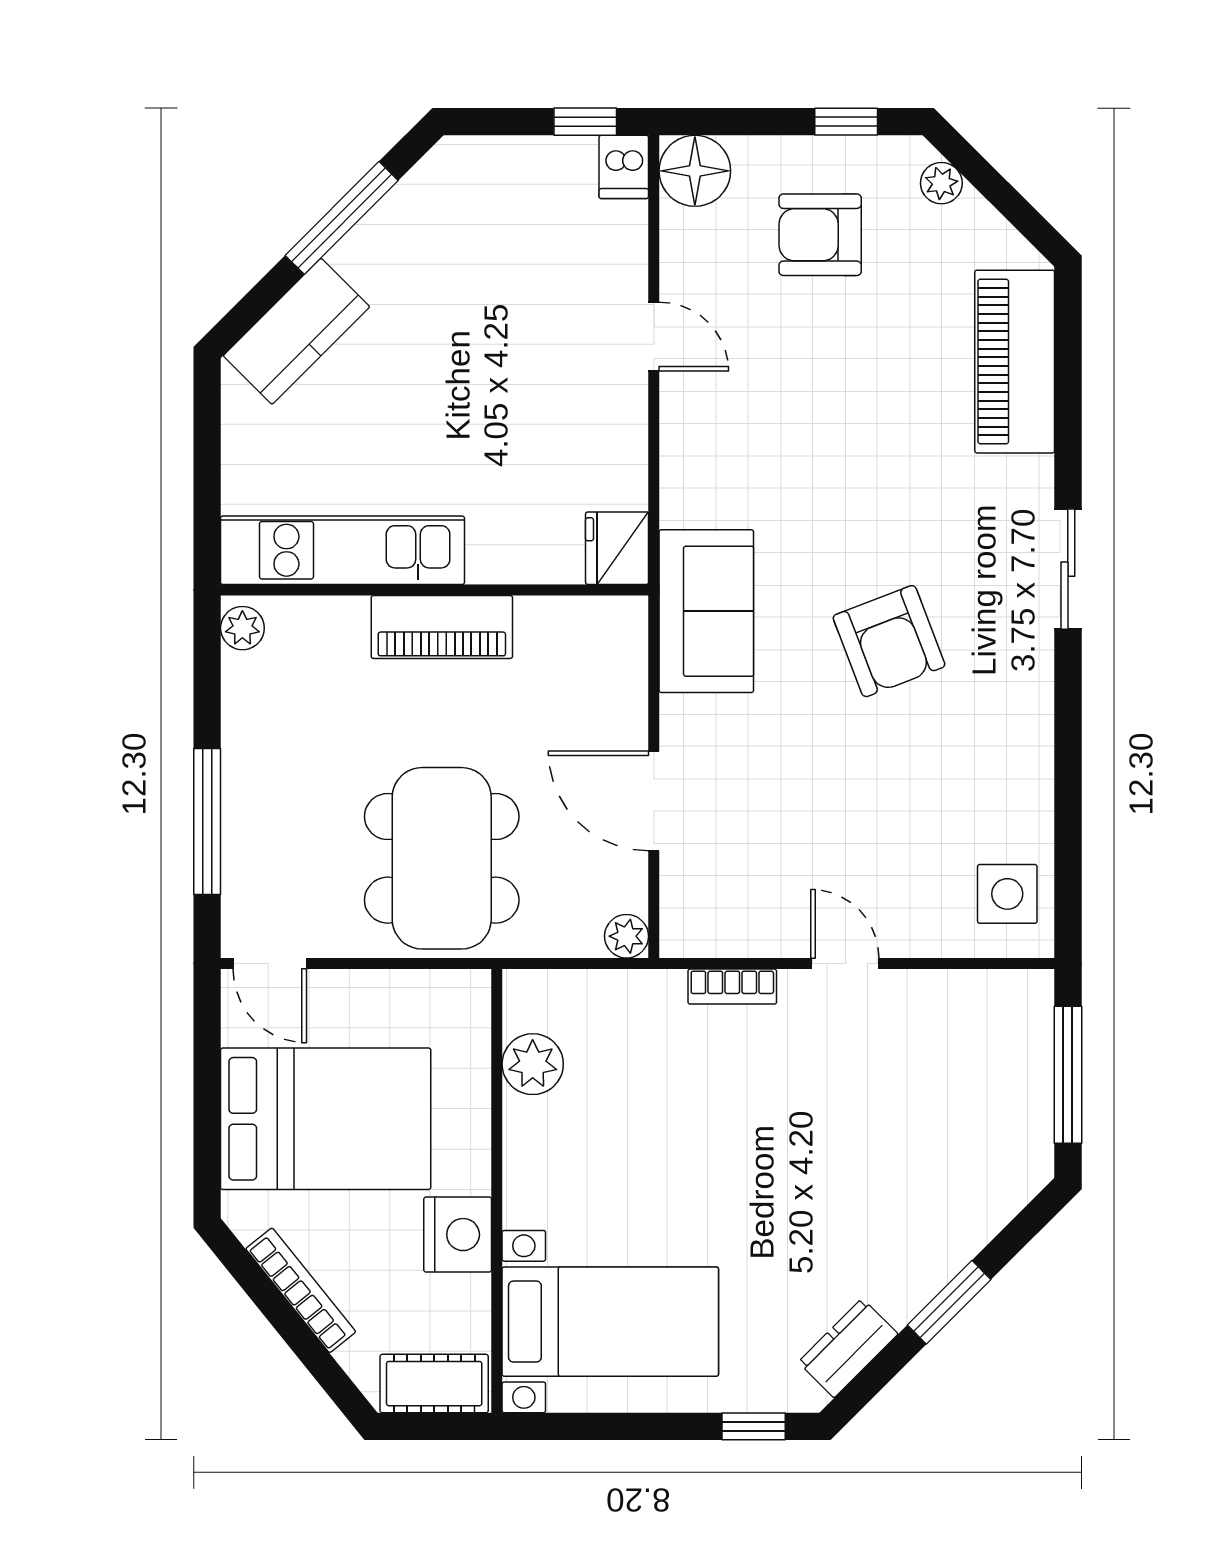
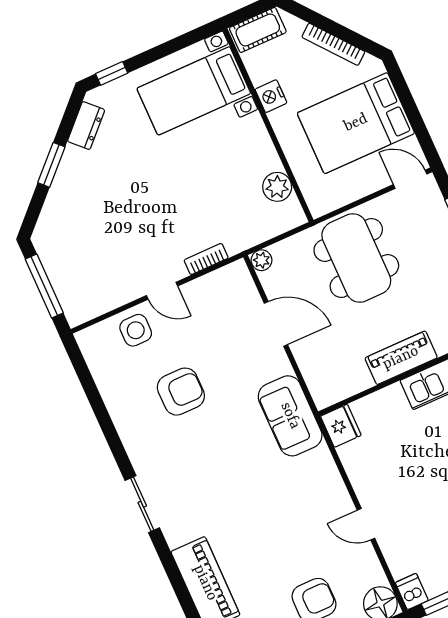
armchair: (889, 641) -> (181, 392), moved, turned 111
side table: (1007, 894) -> (136, 330), moved
nightstand: (458, 1235) -> (271, 96), width x0.74, depth x0.75

